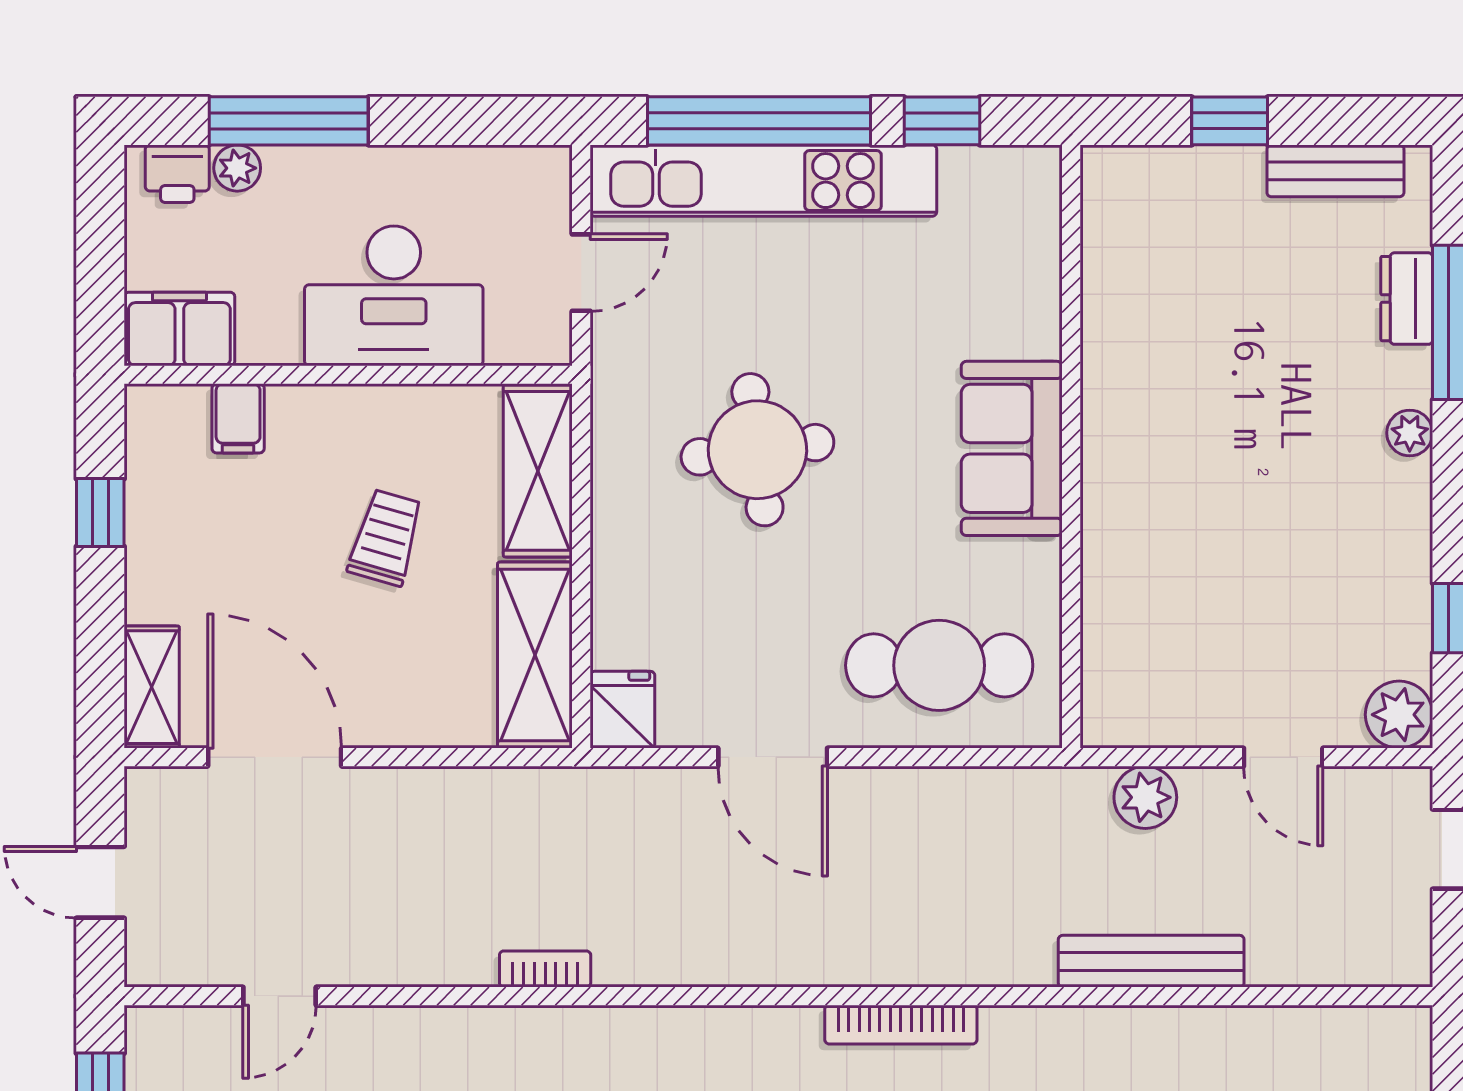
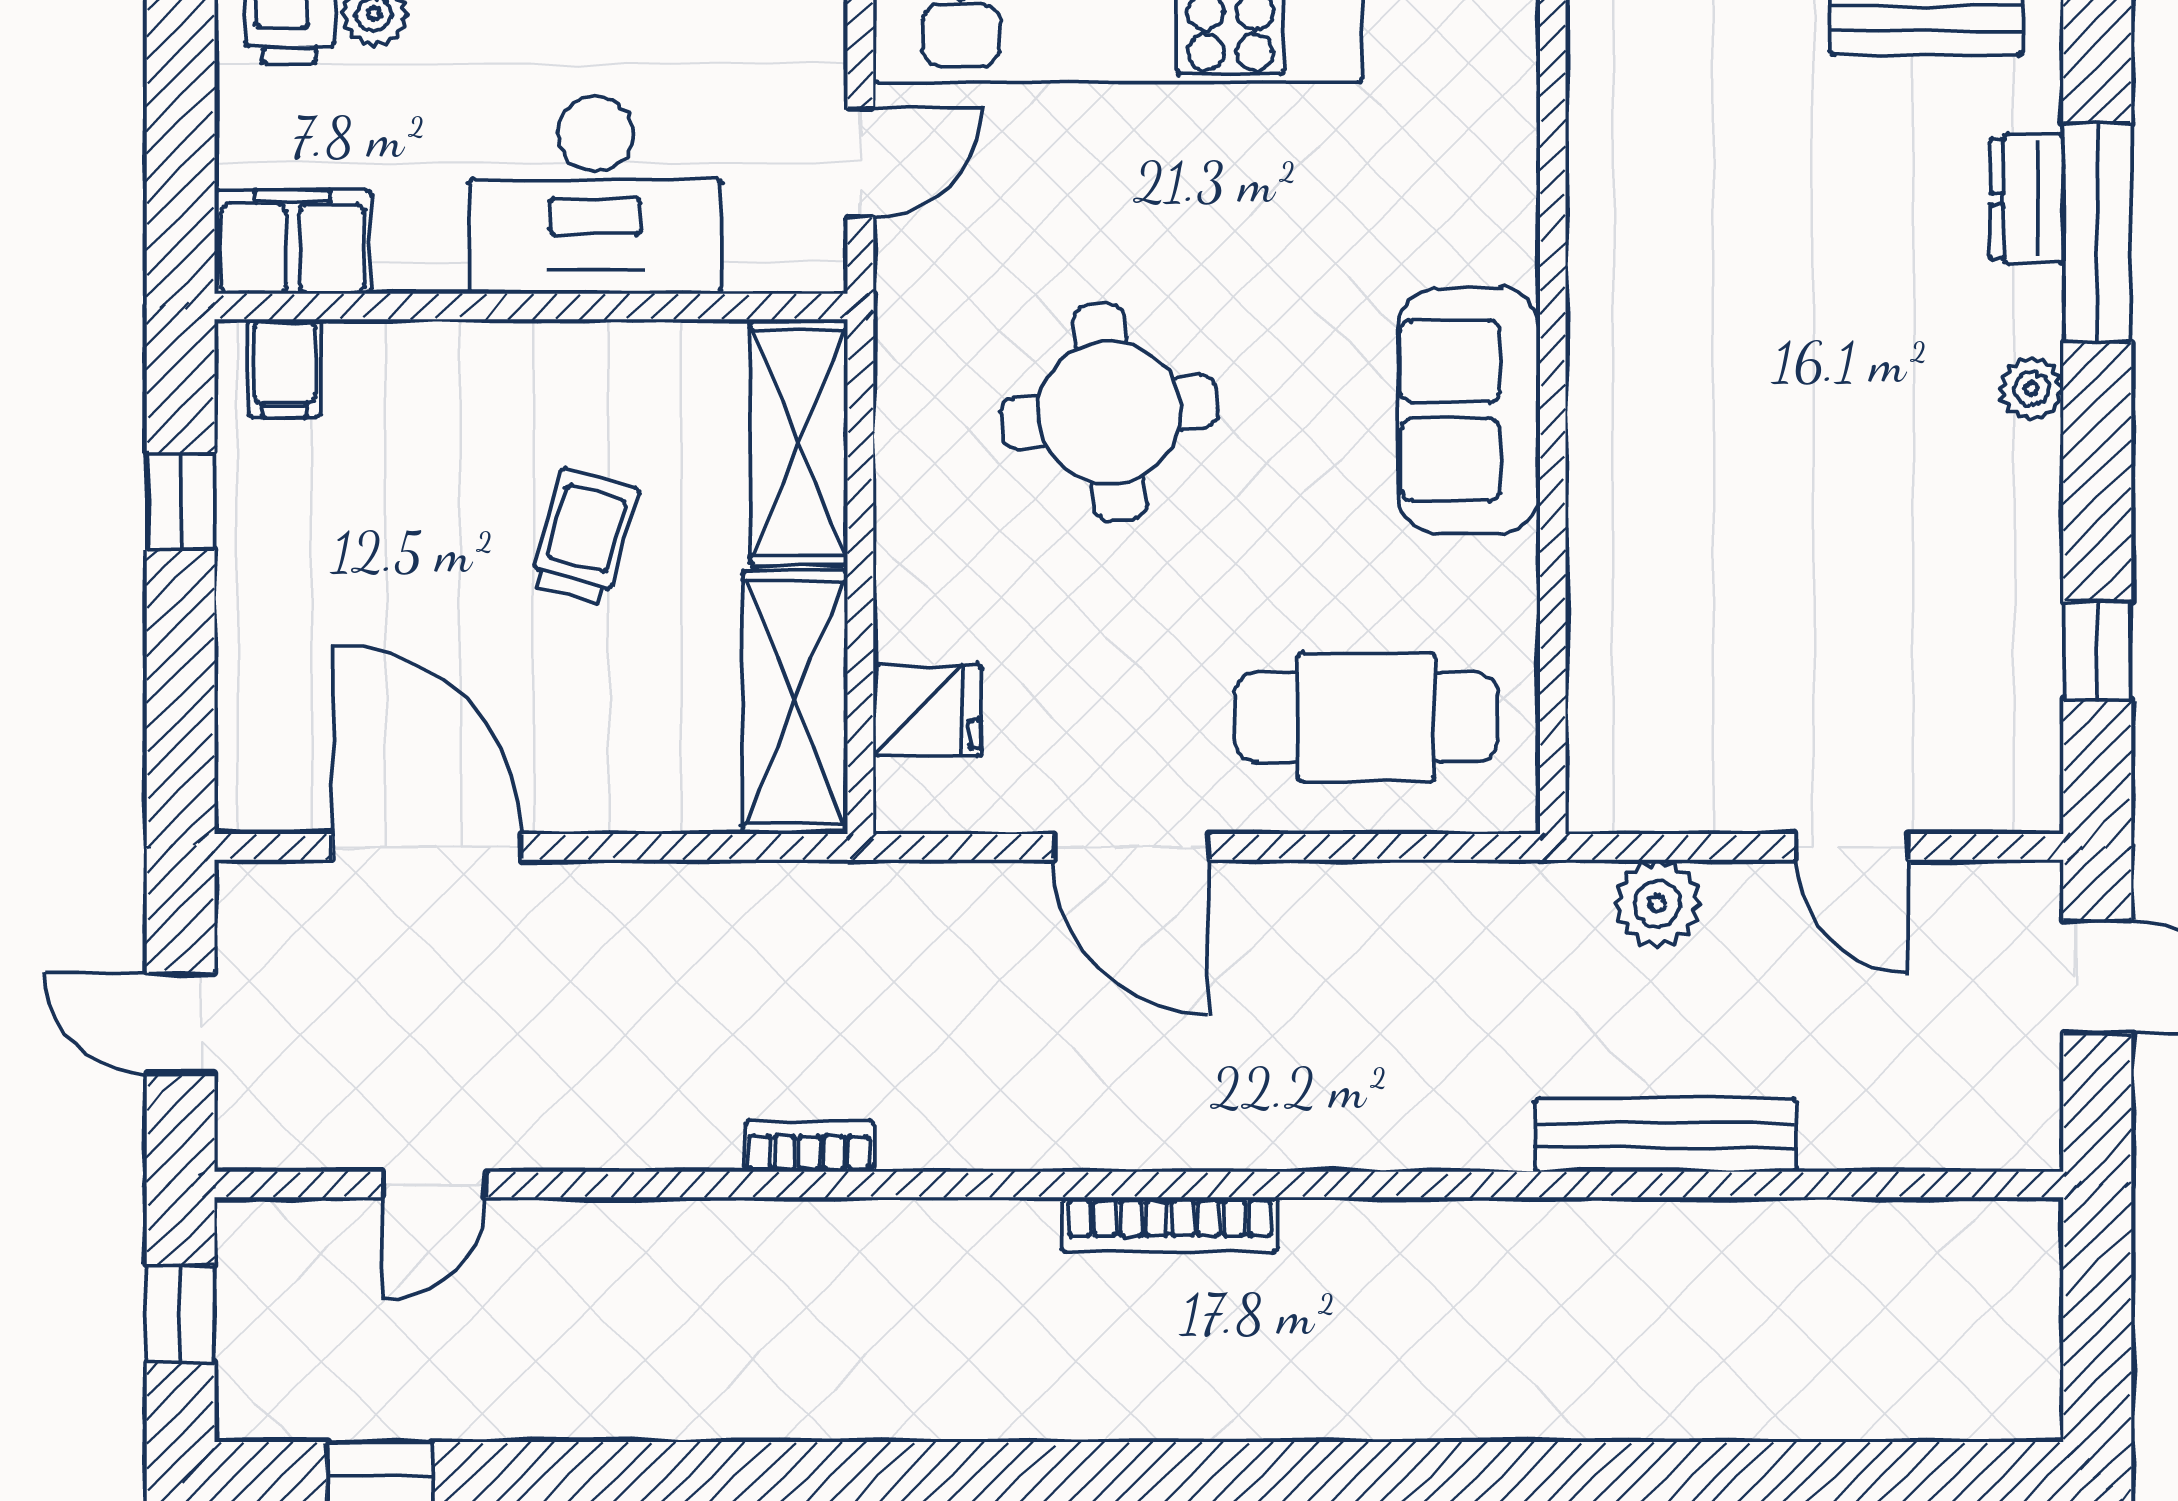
filing cabinet: (238, 418) -> (285, 368), moved
shelving: (152, 687) -> (253, 748), removed
fridge: (622, 710) -> (927, 710), moved, turned 90
plant: (1399, 715) -> (2016, 787), removed
bookcase: (901, 1025) -> (1170, 1225), moved

